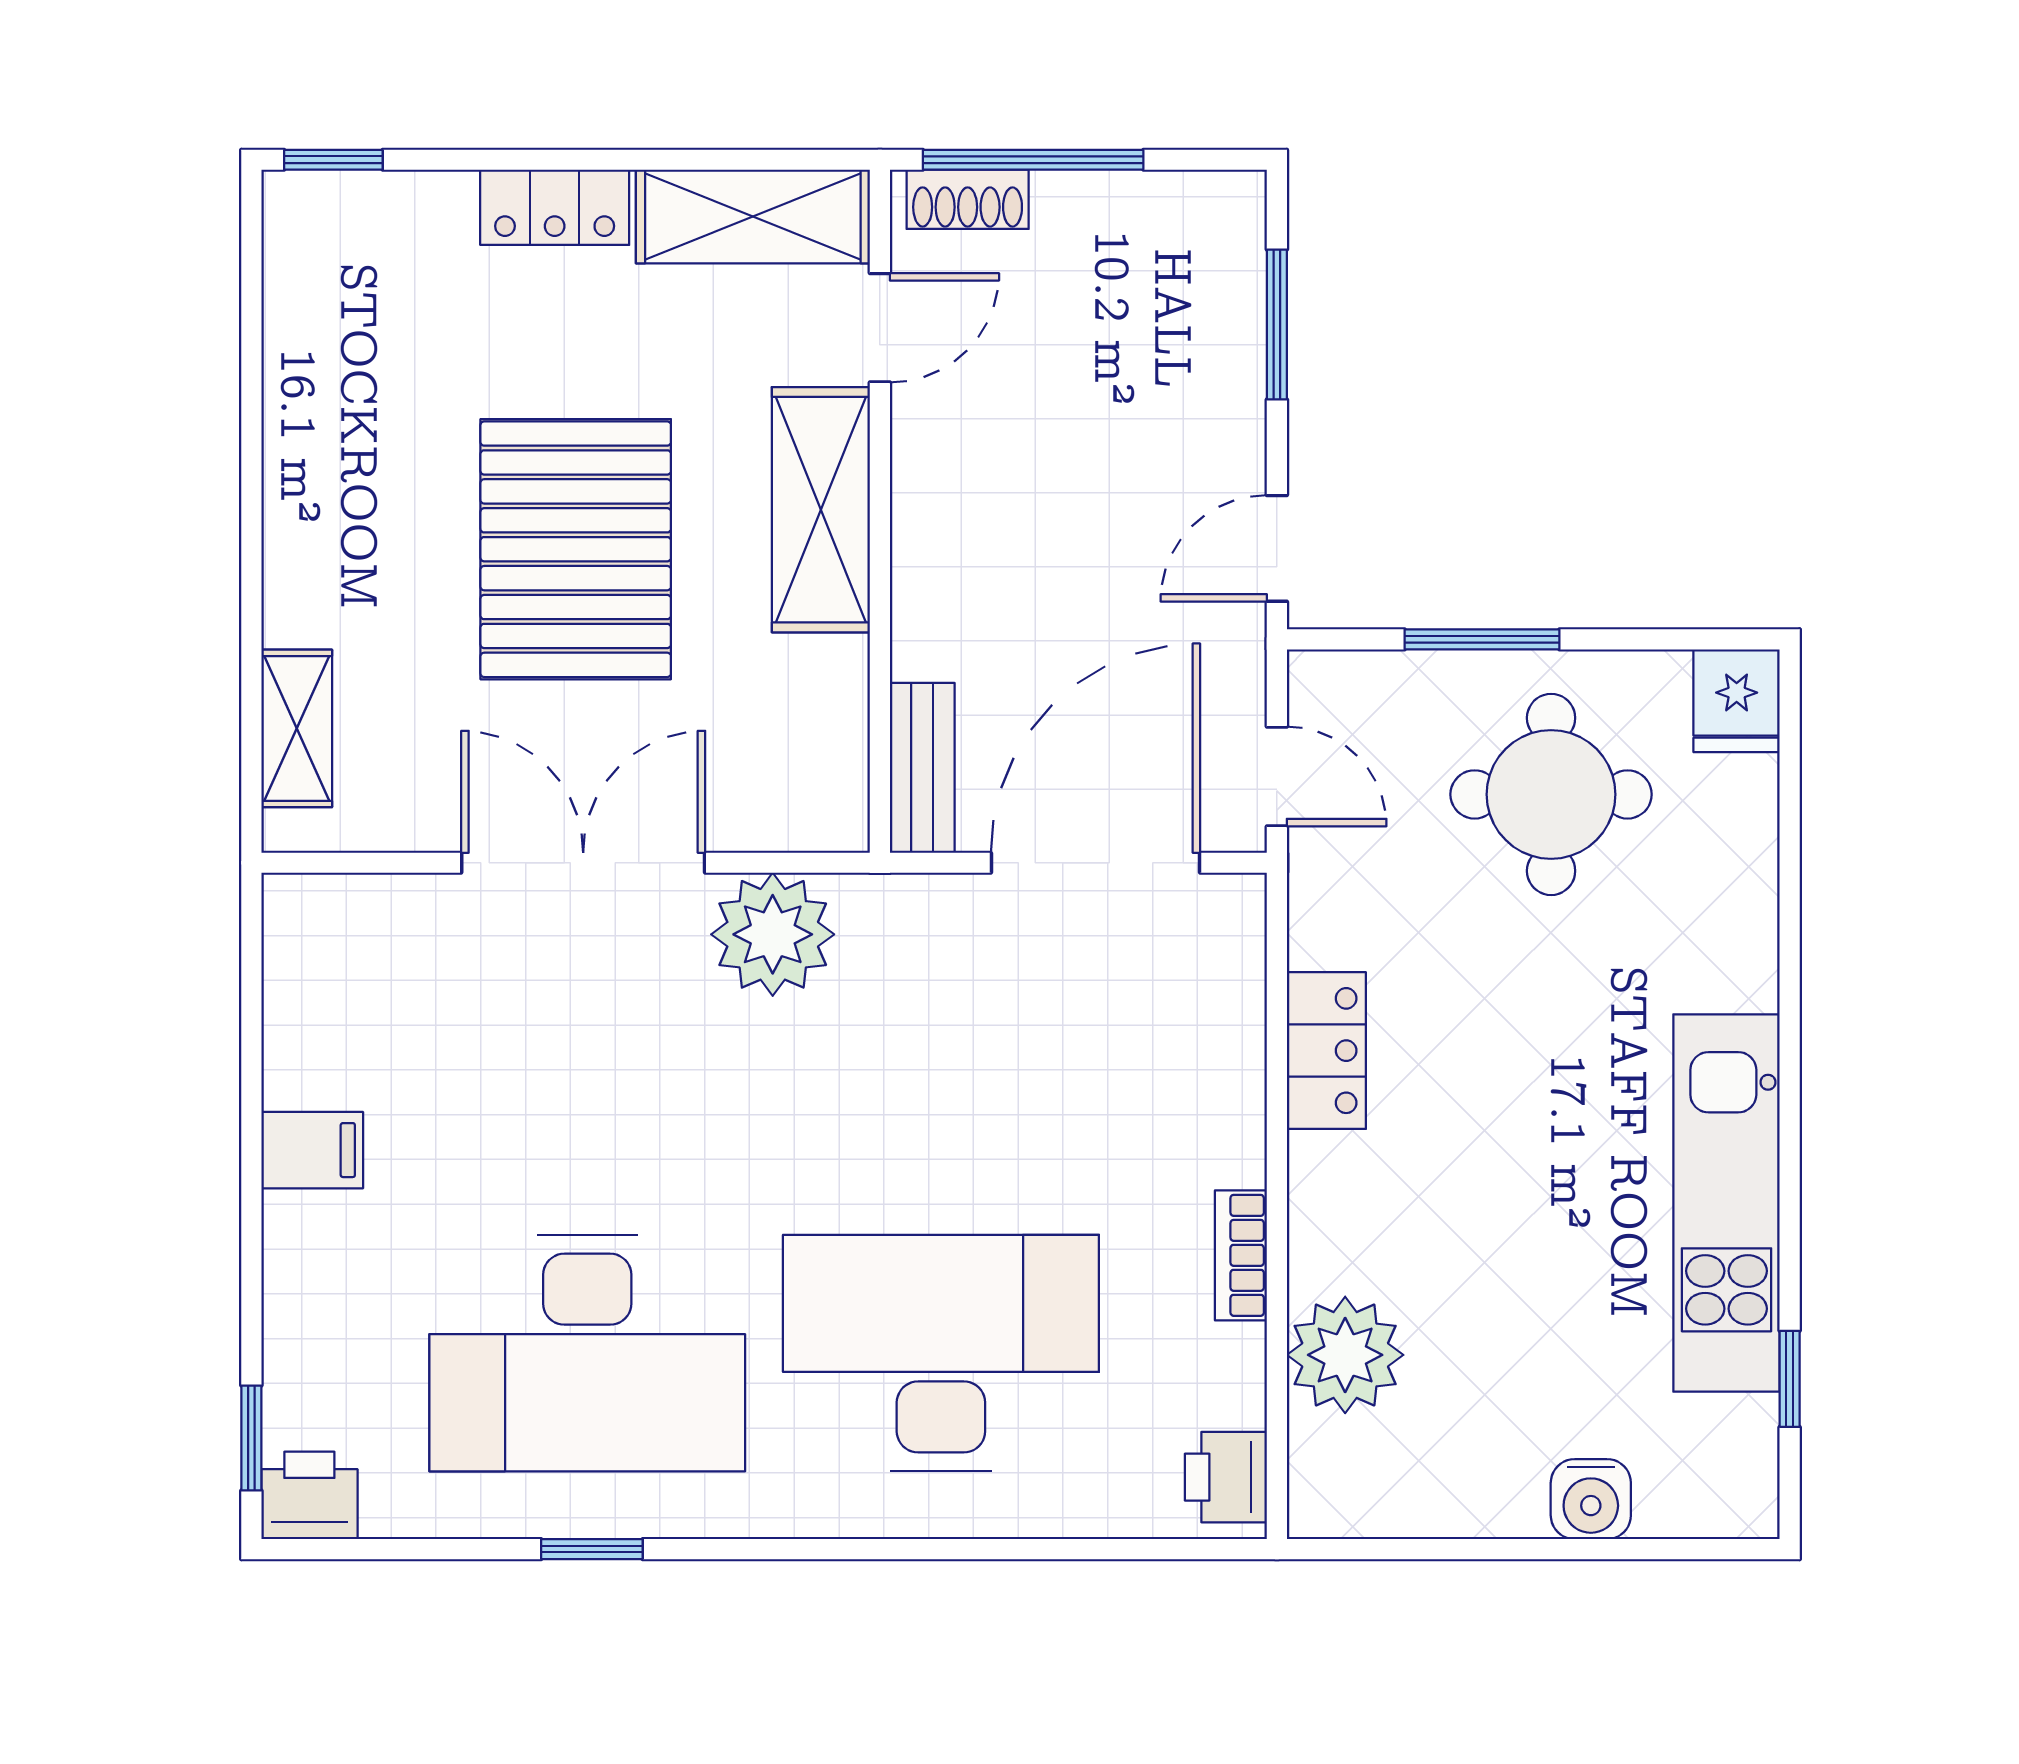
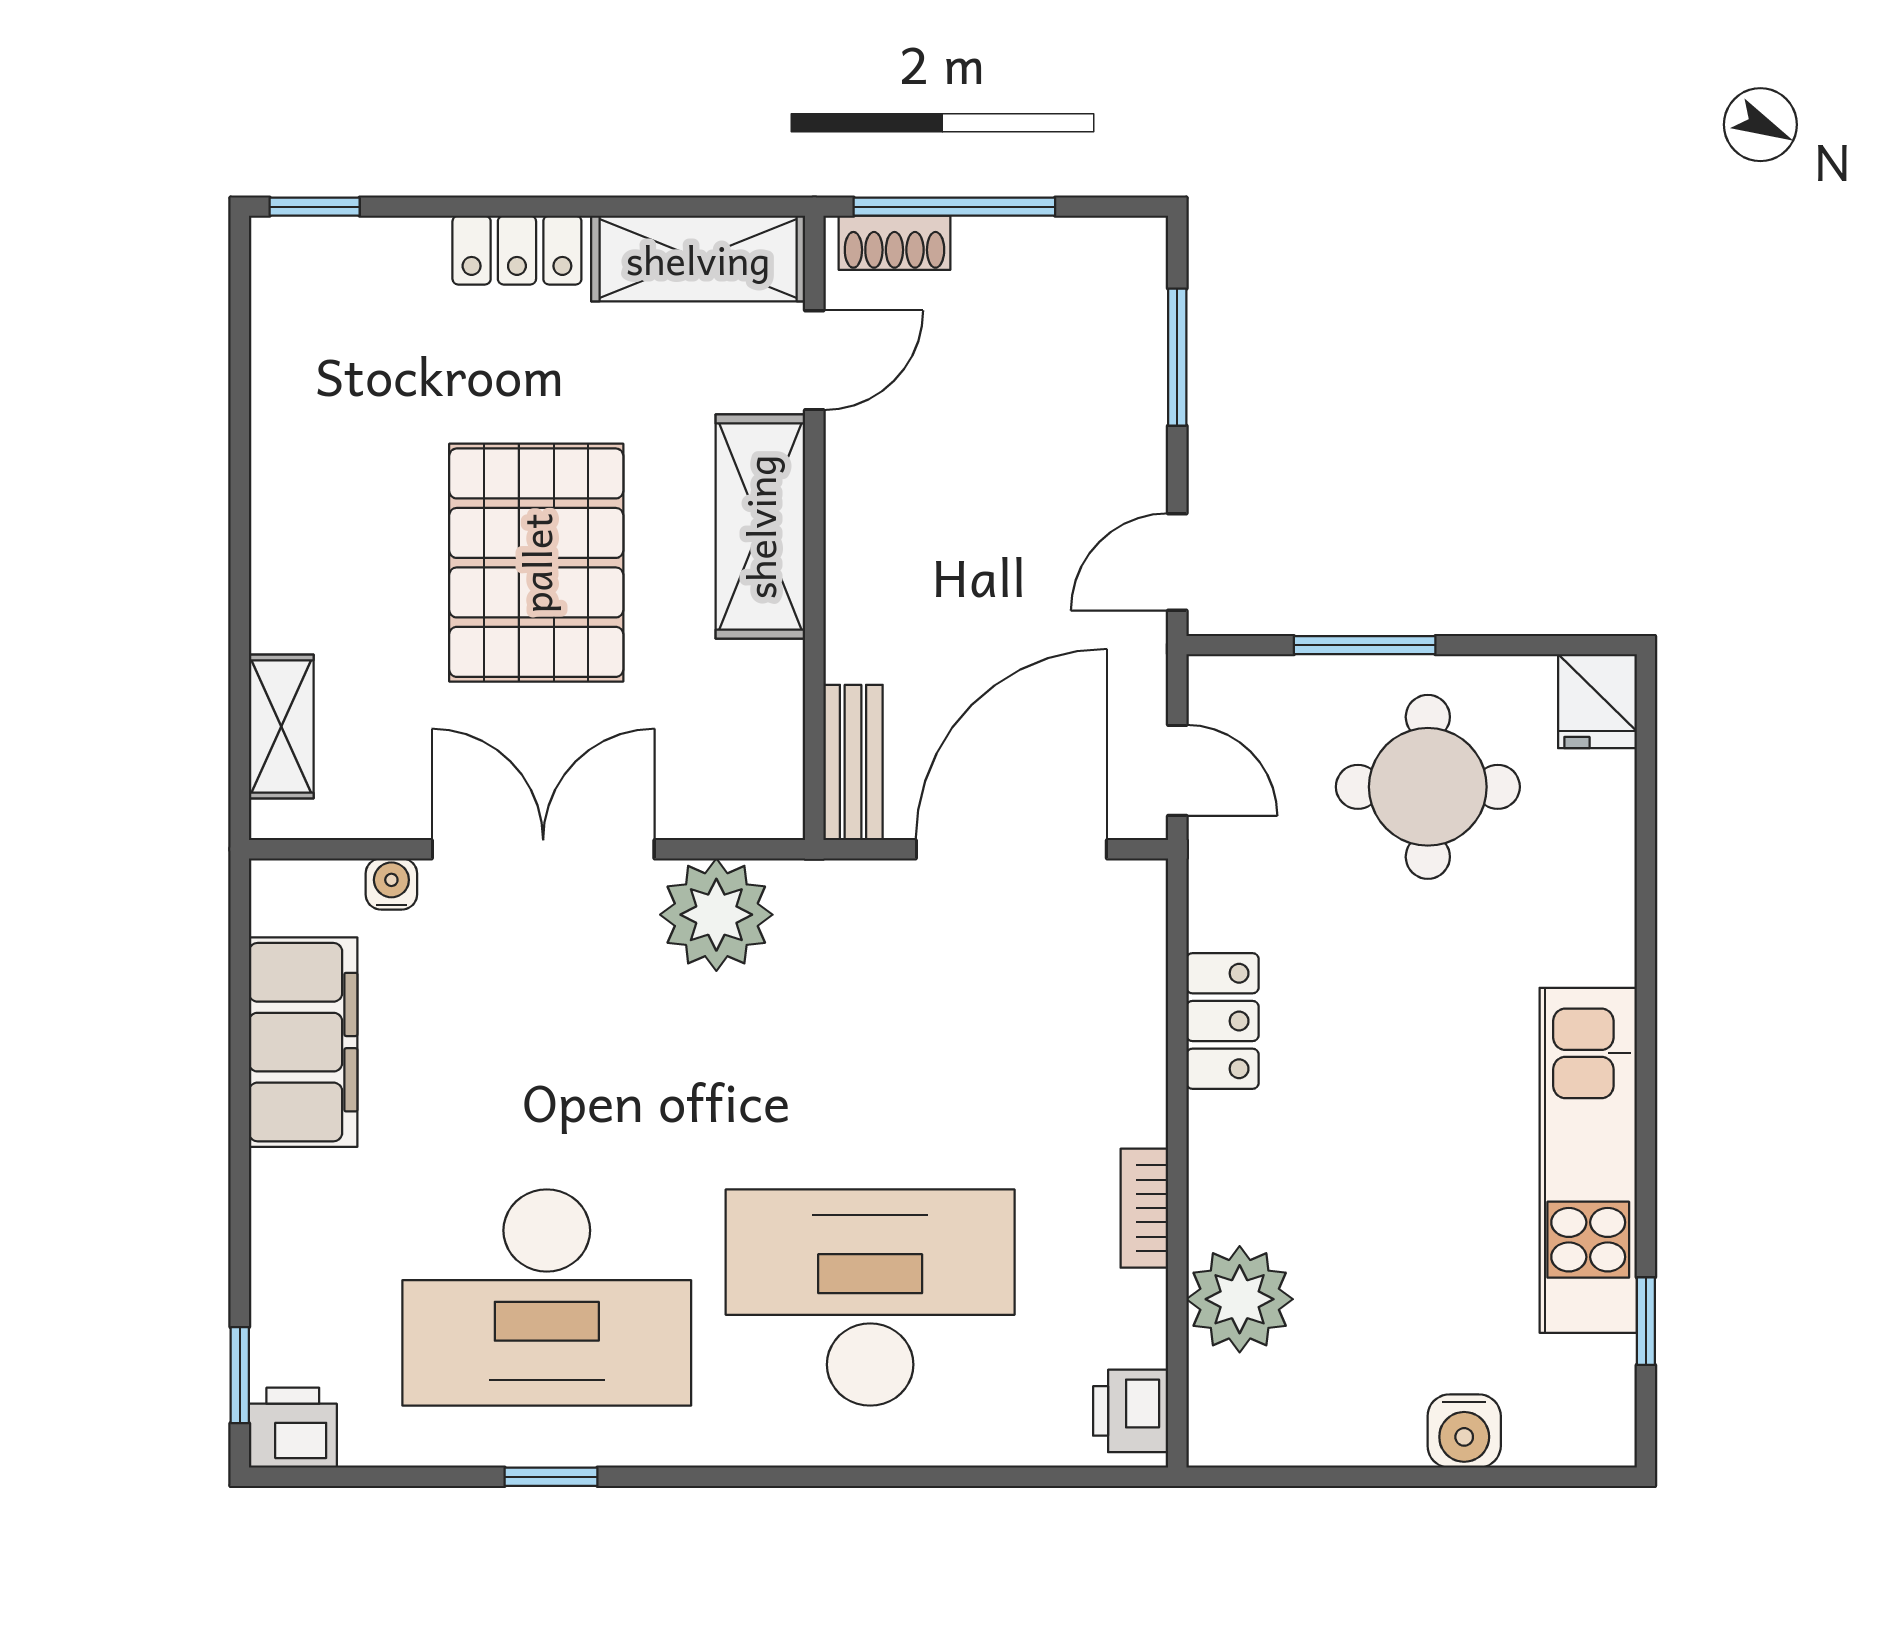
water cooler: (417, 901) -> (391, 884), added
filing cabinet: (312, 1150) -> (303, 1042), width x3.00, depth x1.17

